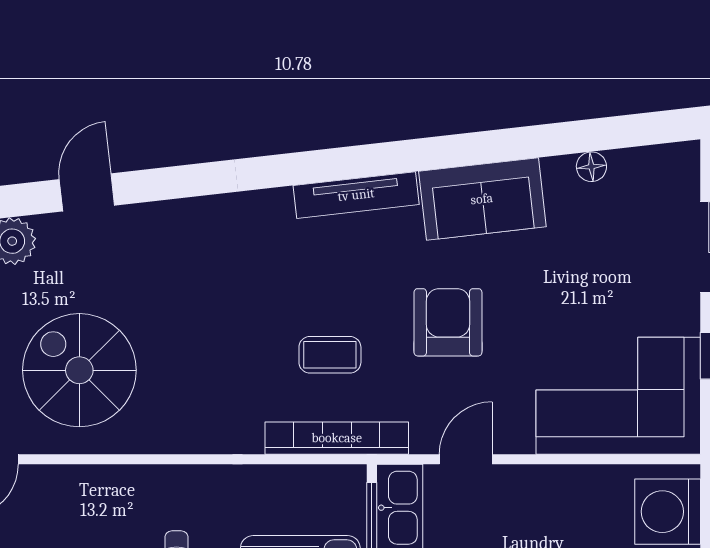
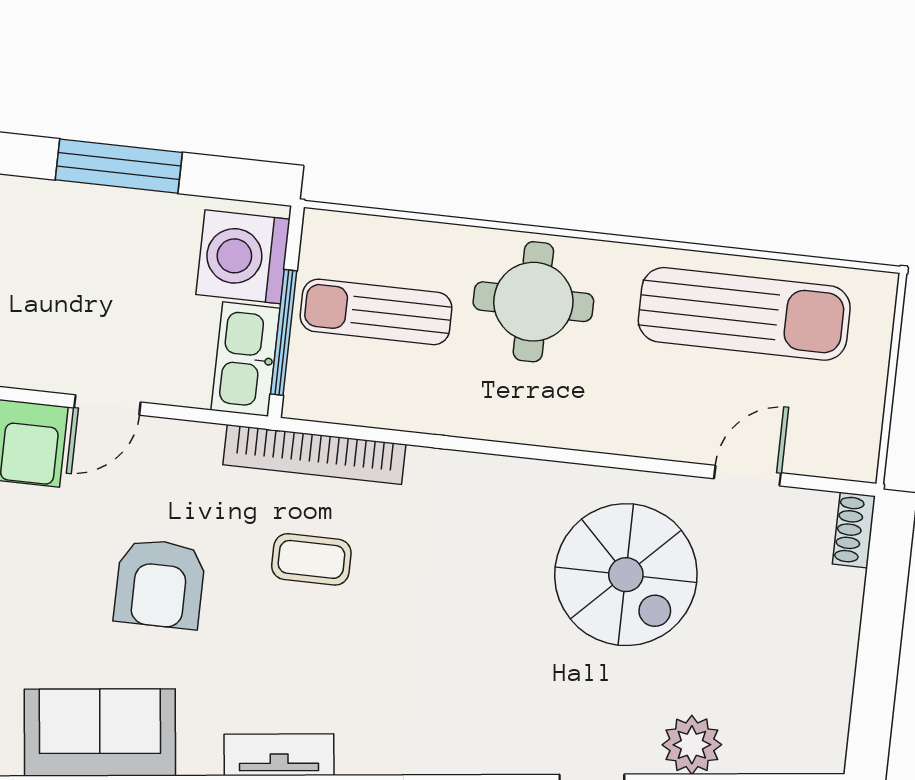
tv unit: (356, 195) -> (279, 755), width x0.71
door: (466, 459) -> (107, 405), moved

